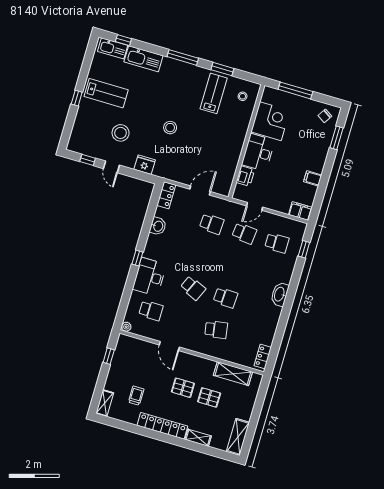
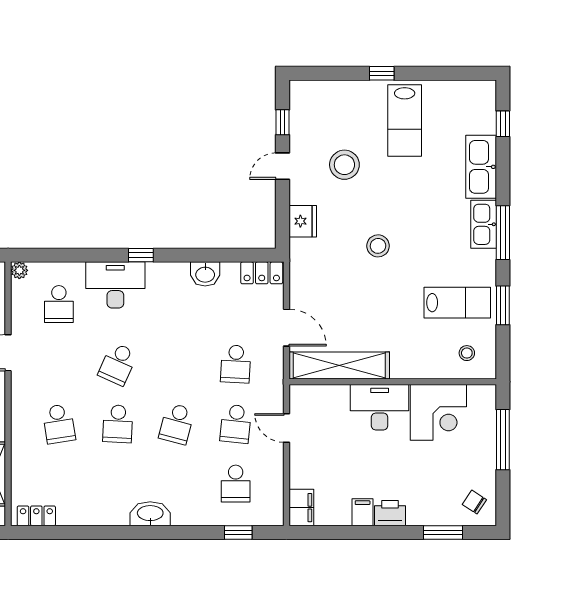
kitchen sink: (113, 48) -> (484, 224), moved
shelving: (229, 168) -> (339, 365), added
printer: (245, 176) -> (390, 513), moved, turned 180
school desk: (235, 265) -> (177, 424), added

